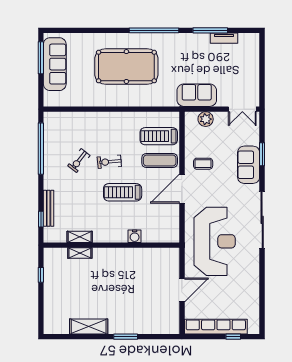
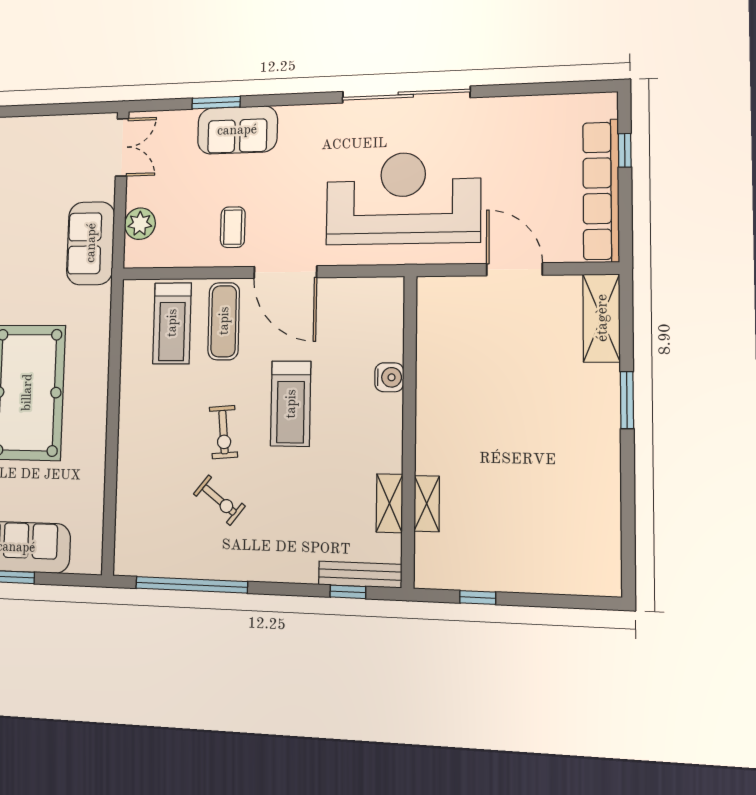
bench: (49, 208) -> (360, 575), moved
sliding door: (262, 220) -> (406, 95), moved
shelving: (89, 326) -> (602, 318), moved

